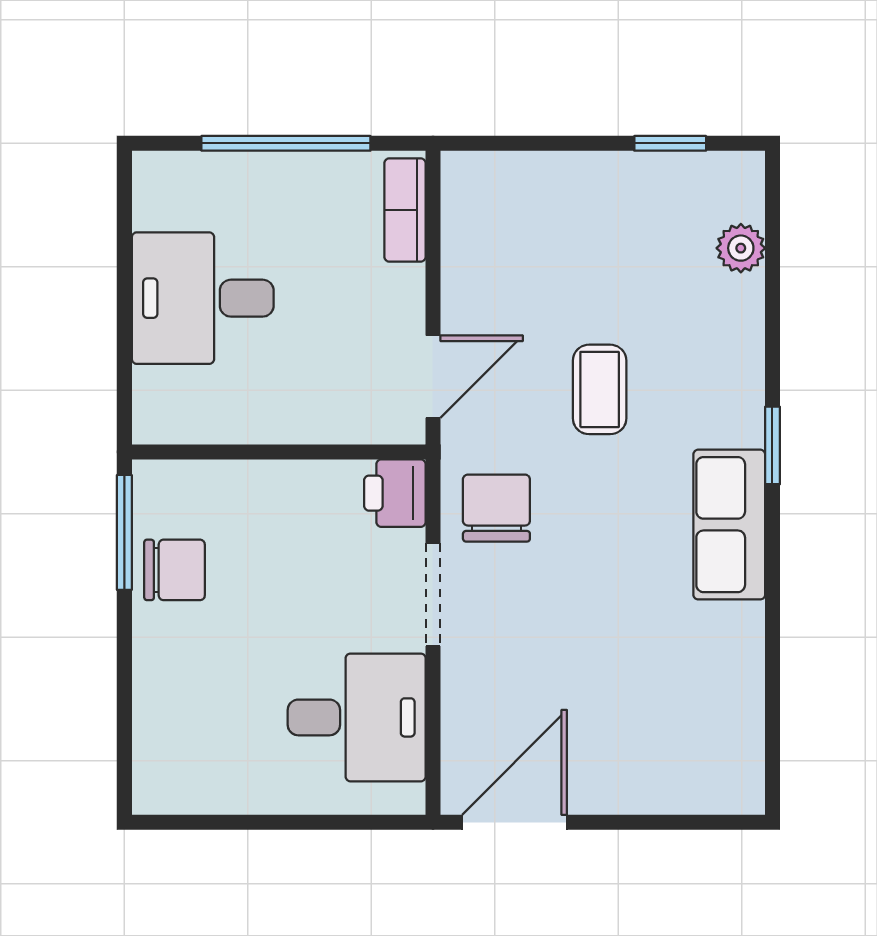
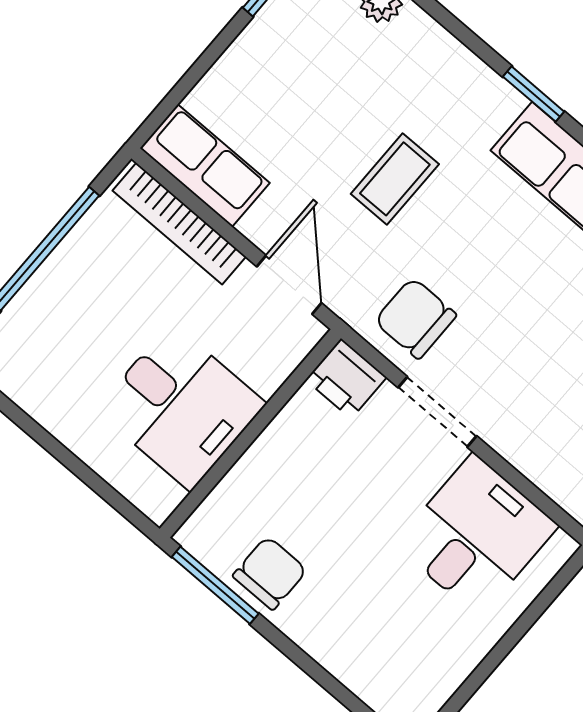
bookcase: (405, 210) -> (179, 224), width x1.56
row of seats: (473, 218) -> (205, 166), added
desk: (203, 298) -> (181, 407), moved, turned -90
coffee table: (600, 389) -> (395, 179), turned 90

